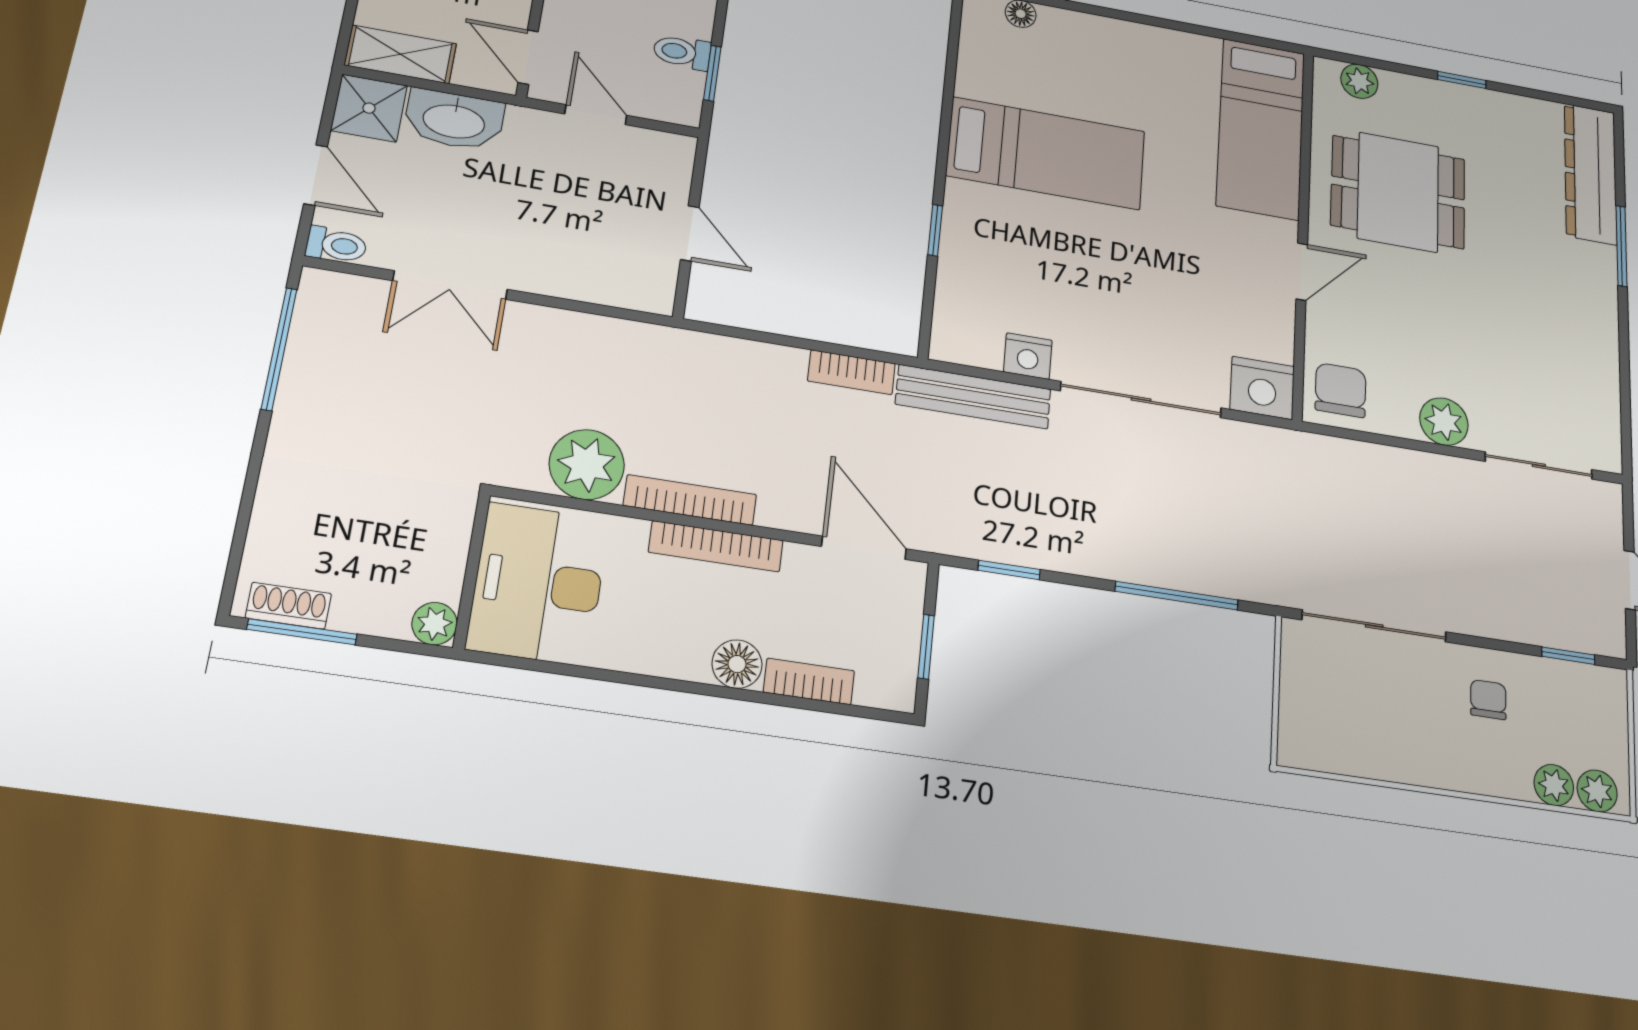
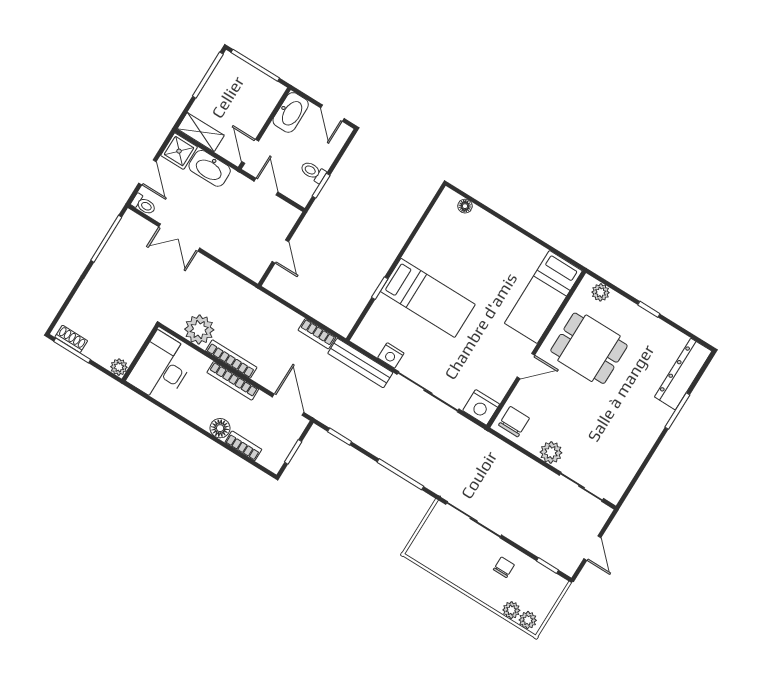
bed: (1046, 153) -> (428, 298), moved

